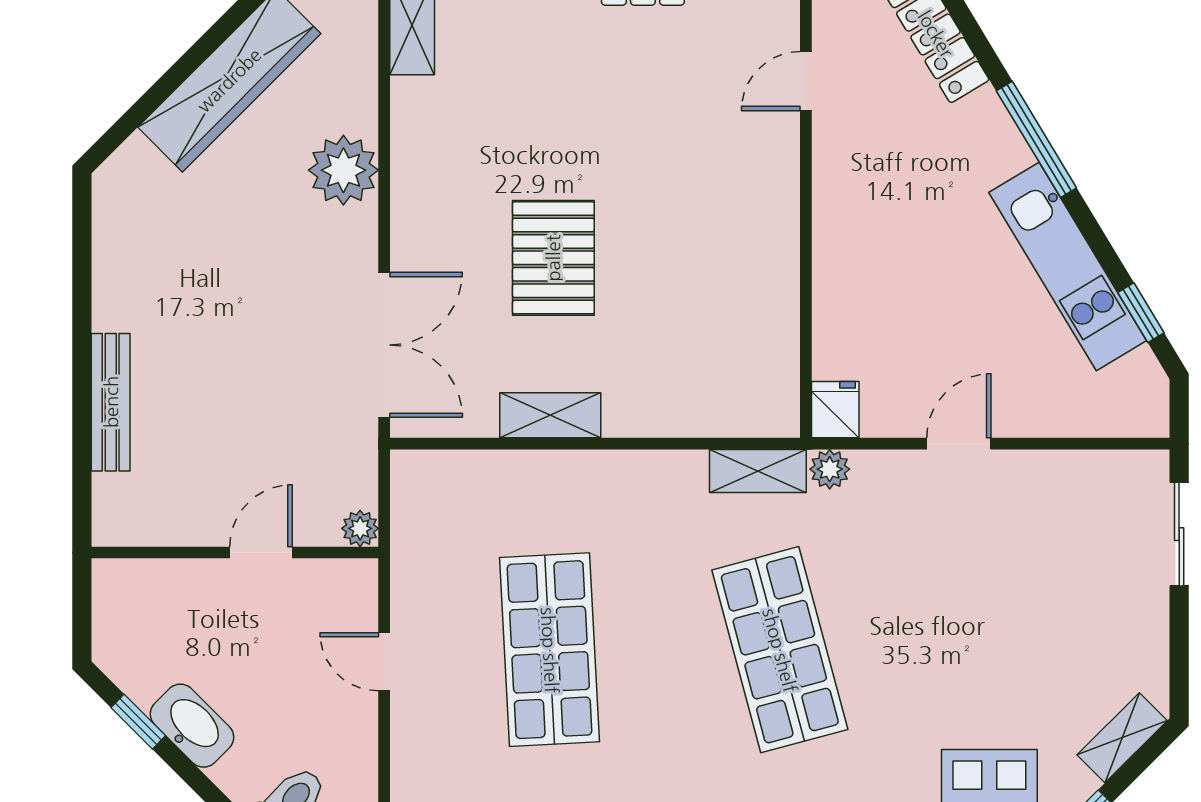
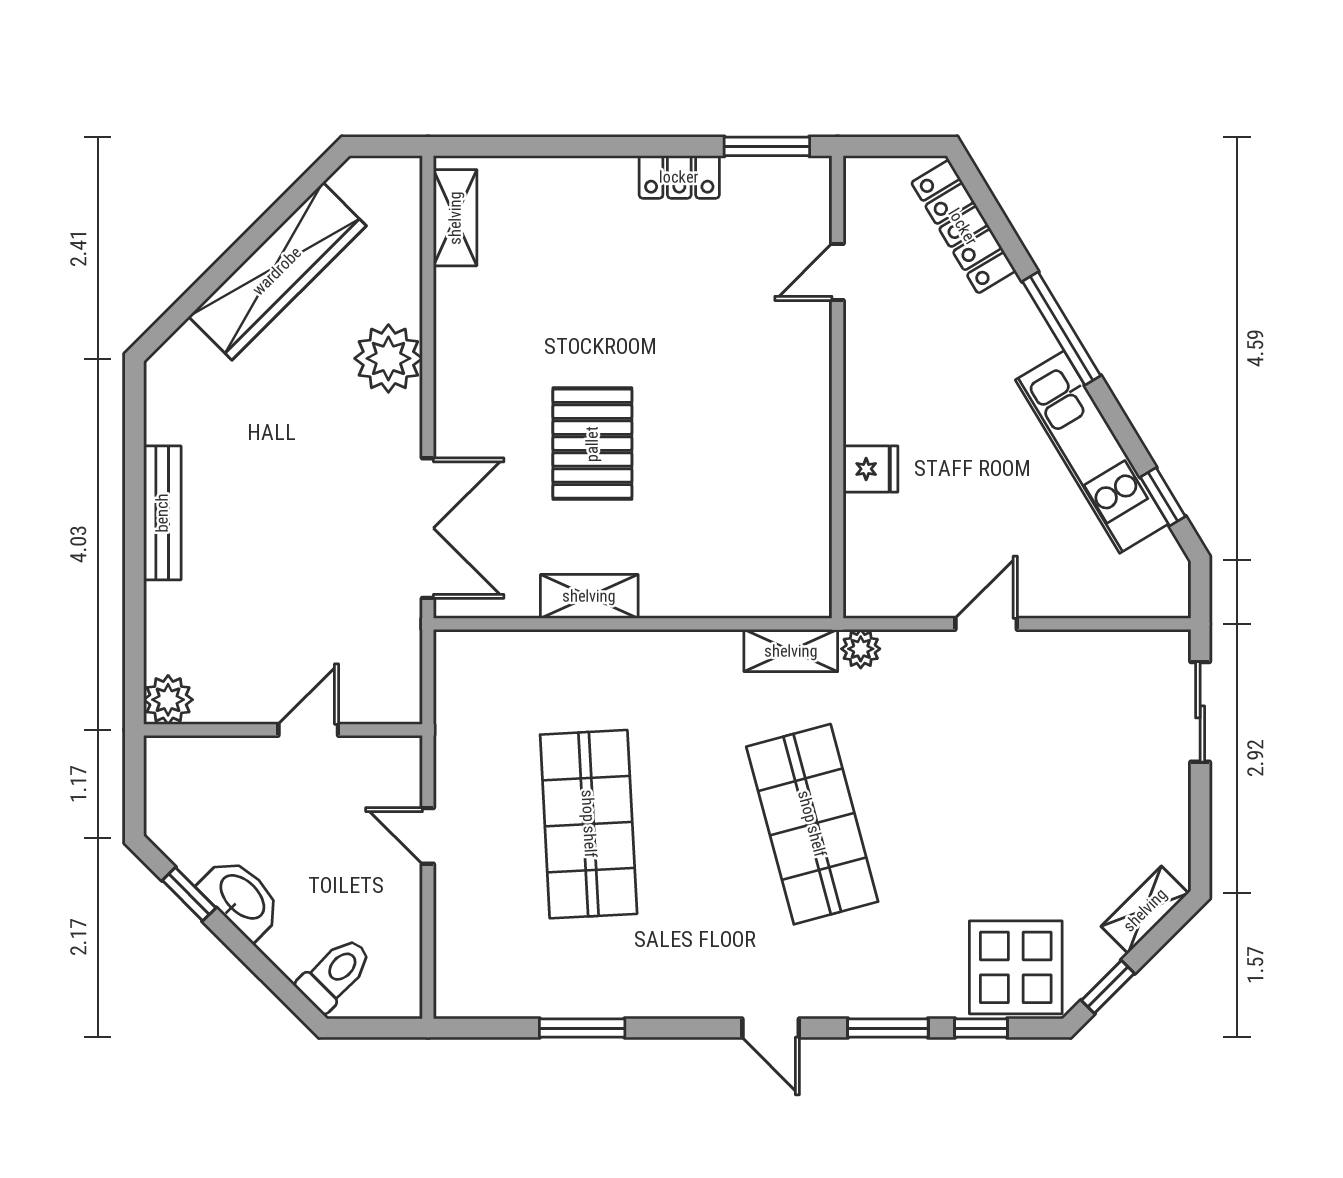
bench: (111, 402) -> (162, 513), moved
fridge: (835, 410) -> (871, 469), moved, turned 90
plant: (360, 528) -> (168, 700), moved, width x1.38, depth x1.38

